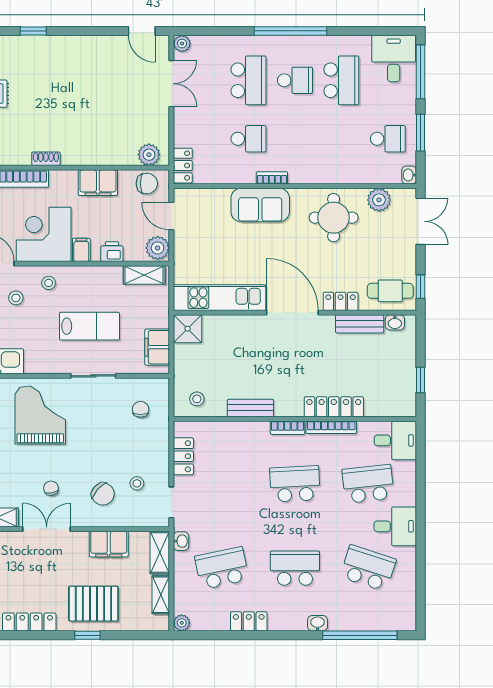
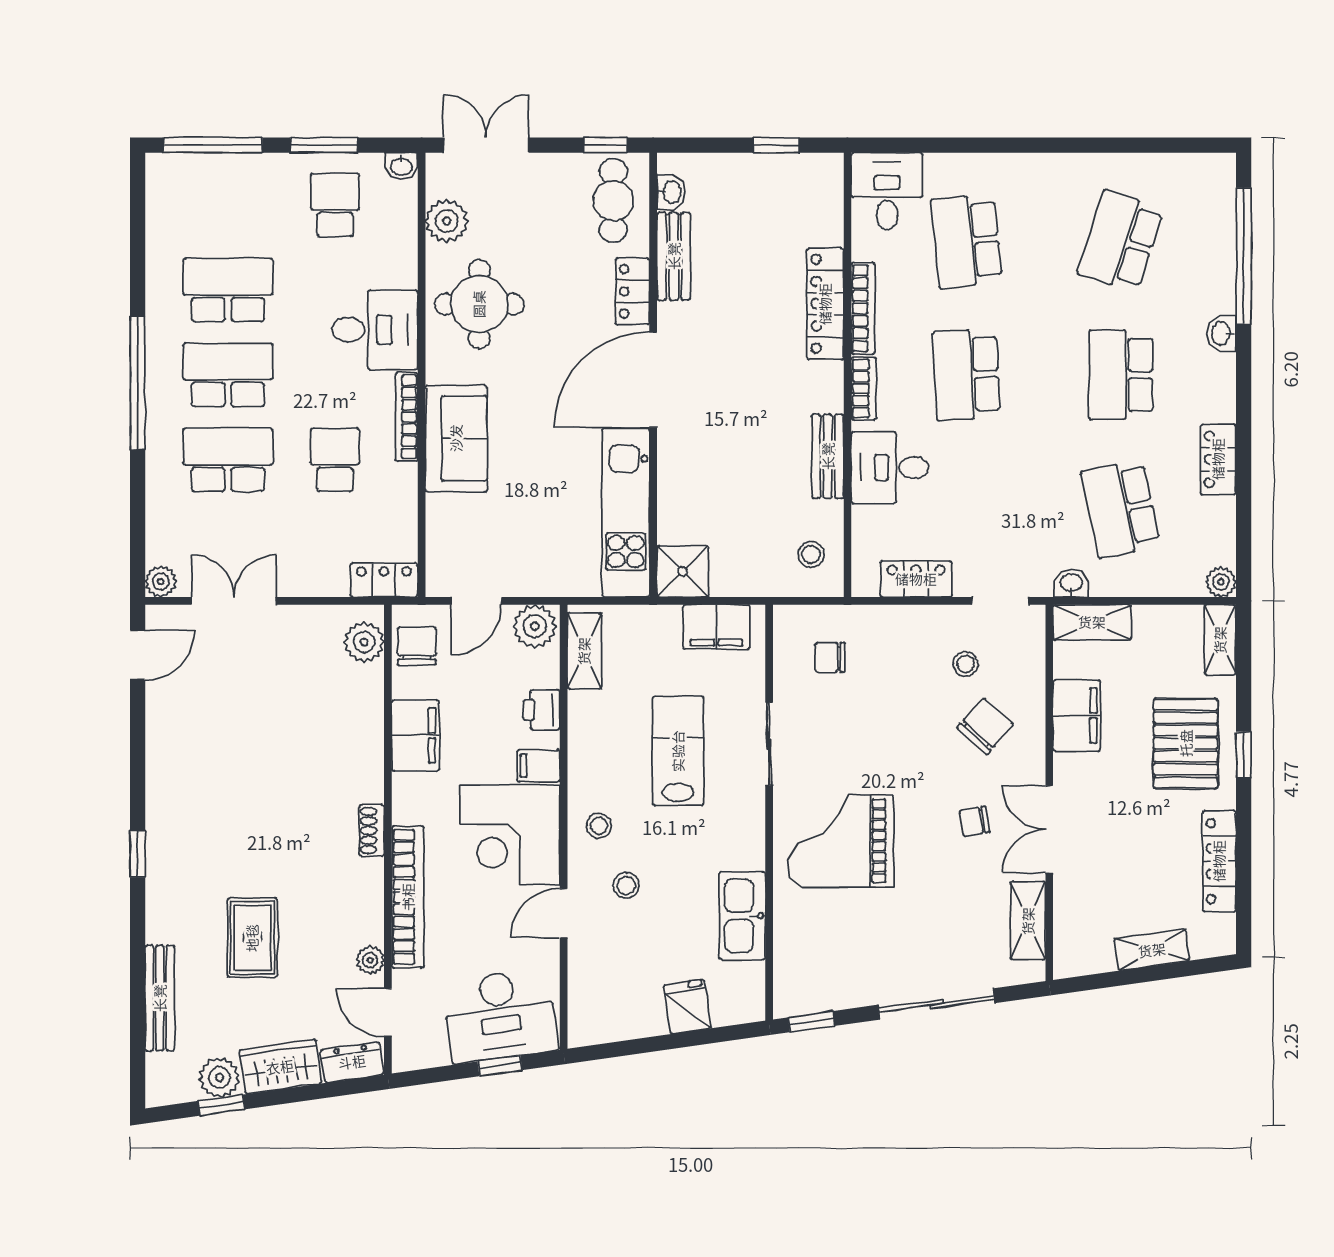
desk: (394, 58) -> (375, 330), moved, turned 180
school desk: (295, 80) -> (228, 375), width x1.85
bookcase: (272, 178) -> (406, 417), width x1.56
desk: (395, 526) -> (890, 468), moved, turned -90
shelving: (161, 595) -> (1220, 640), moved, turned 90

